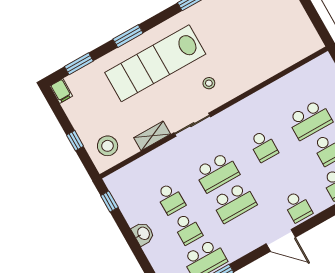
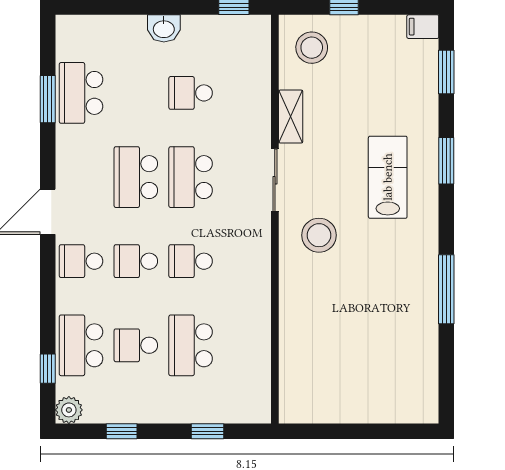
lab bench: (155, 63) -> (388, 177), width x0.54, depth x0.72
stool: (209, 83) -> (319, 235), width x1.89, depth x1.89
school desk: (188, 229) -> (136, 261), moved

